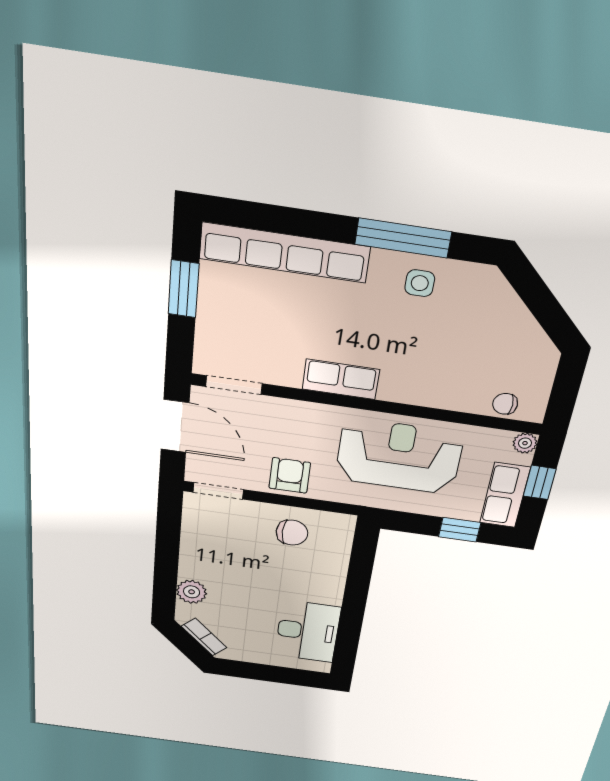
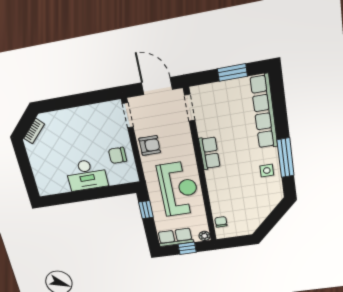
door: (175, 426) -> (157, 86), swing flipped
window: (460, 530) -> (146, 210), moved
chair: (292, 533) -> (117, 155), turned 90
plant: (192, 592) -> (60, 118), removed
desk: (308, 631) -> (86, 175), moved

